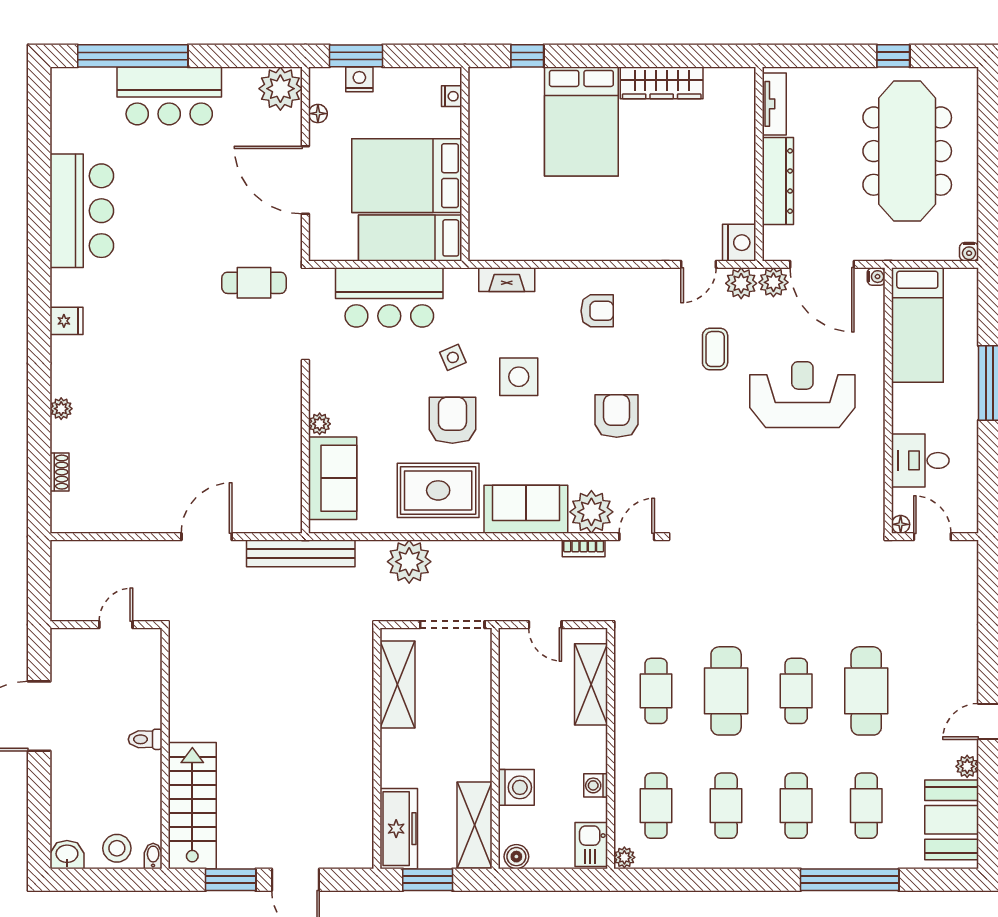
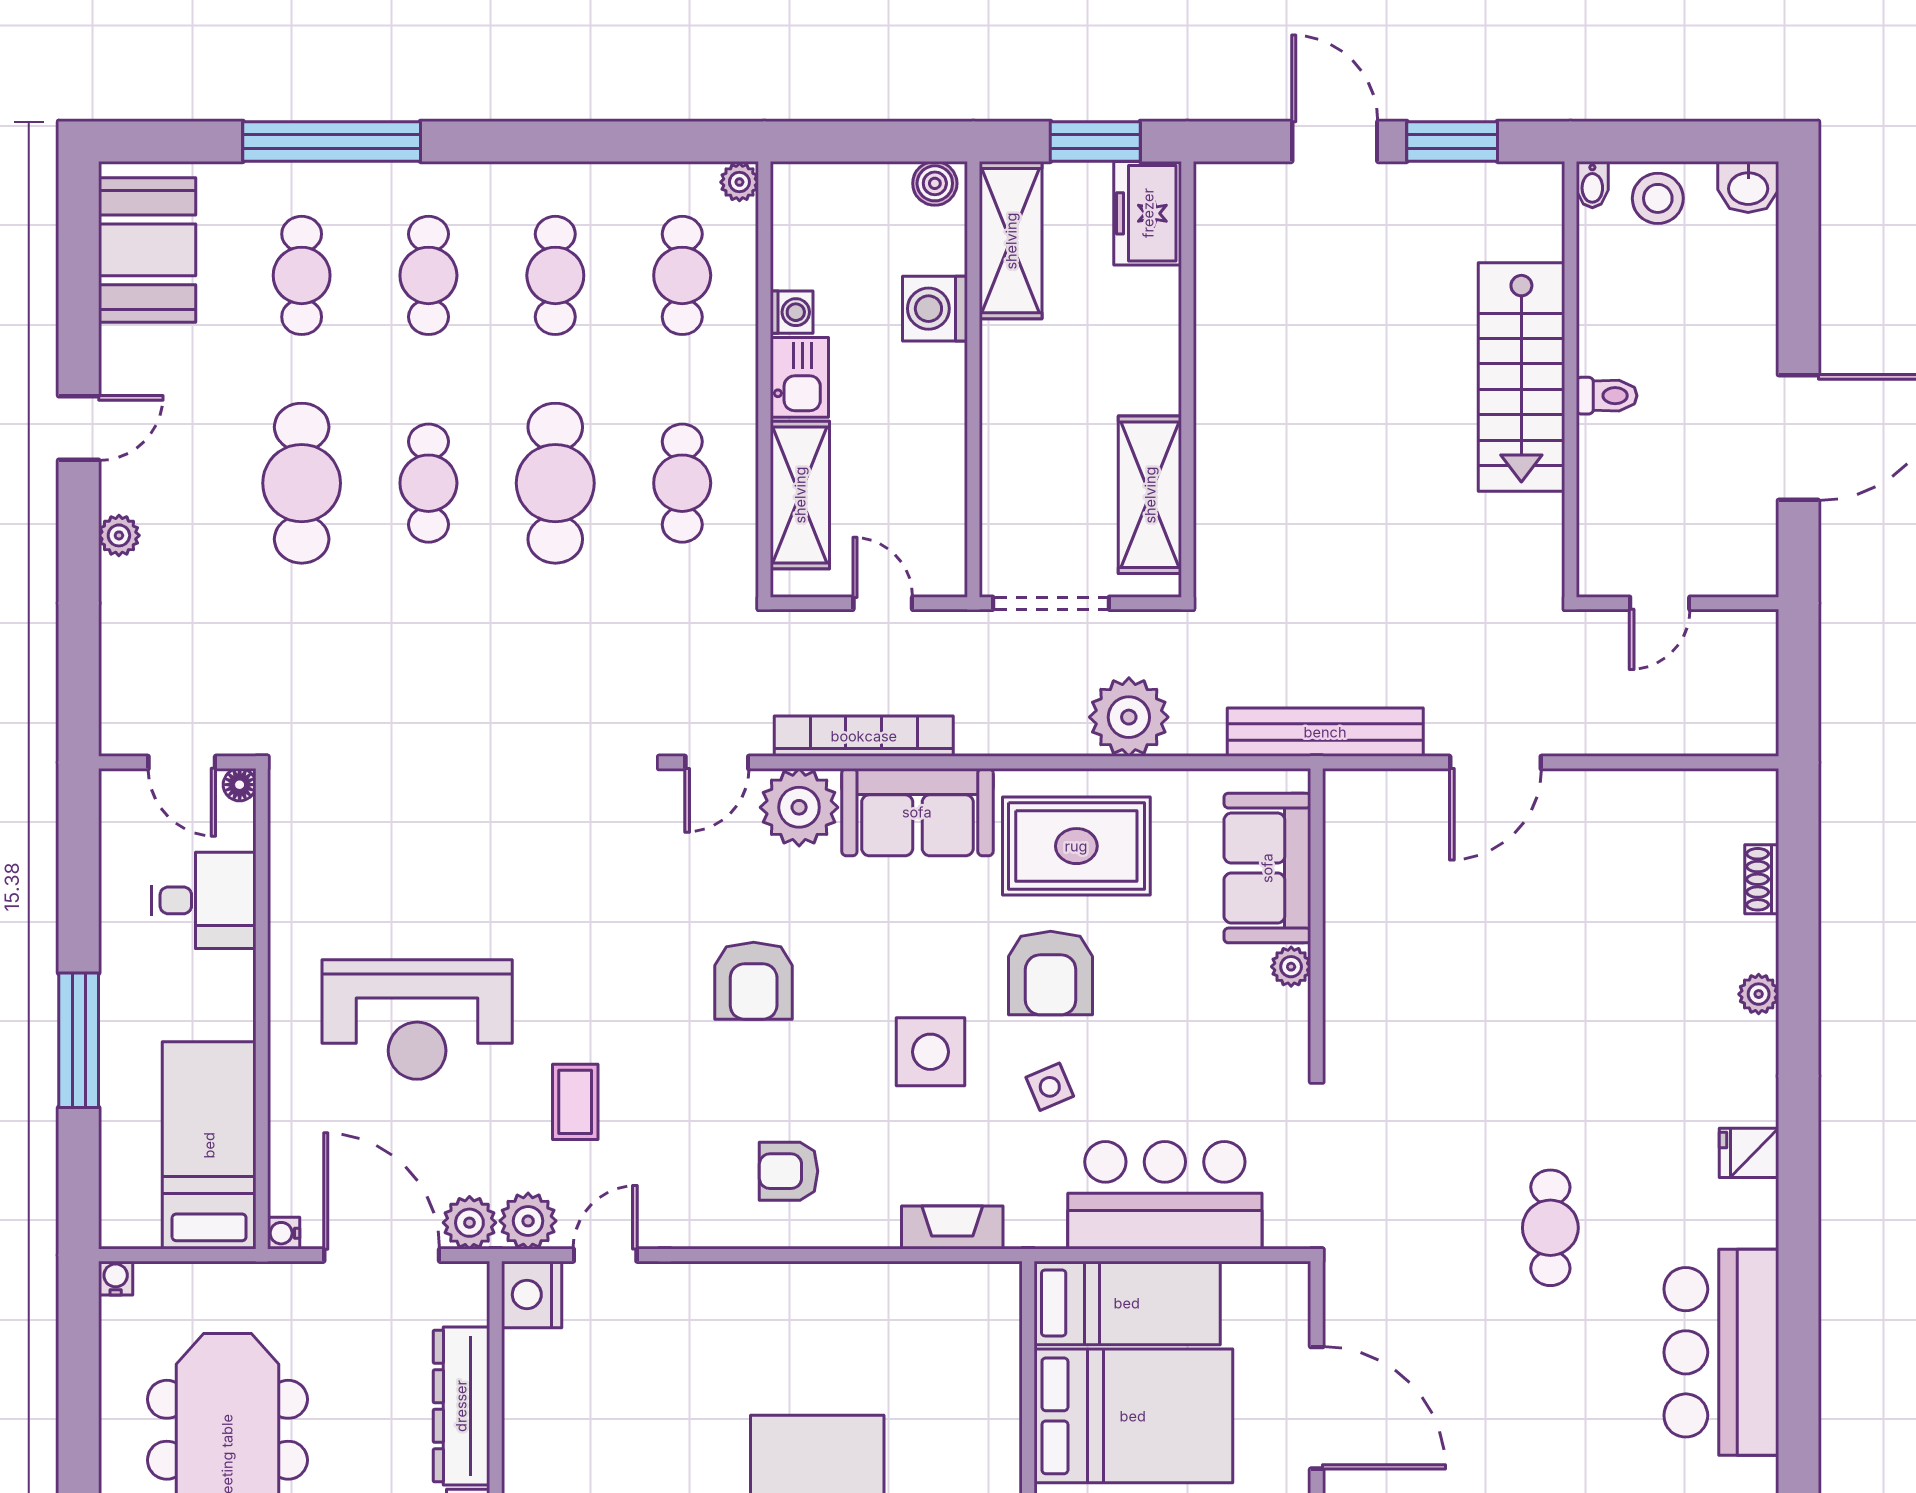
cafe table: (254, 283) -> (1550, 1228), moved, turned 90
bookcase: (584, 548) -> (864, 736), width x2.31, depth x1.31
plant: (967, 766) -> (119, 535), moved
stairs: (192, 806) -> (1521, 377), moved
freezer: (399, 829) -> (1148, 213), width x0.71
kitchen sink: (591, 844) -> (799, 377), moved

